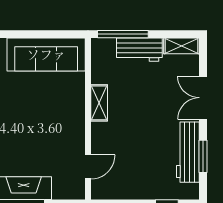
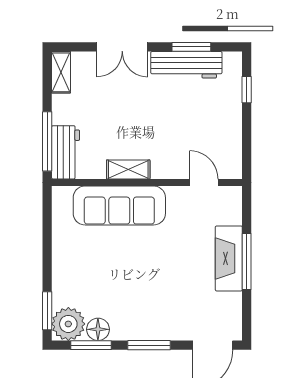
workbench: (139, 50) -> (66, 152), moved
sofa: (46, 54) -> (119, 205), moved, turned 90

